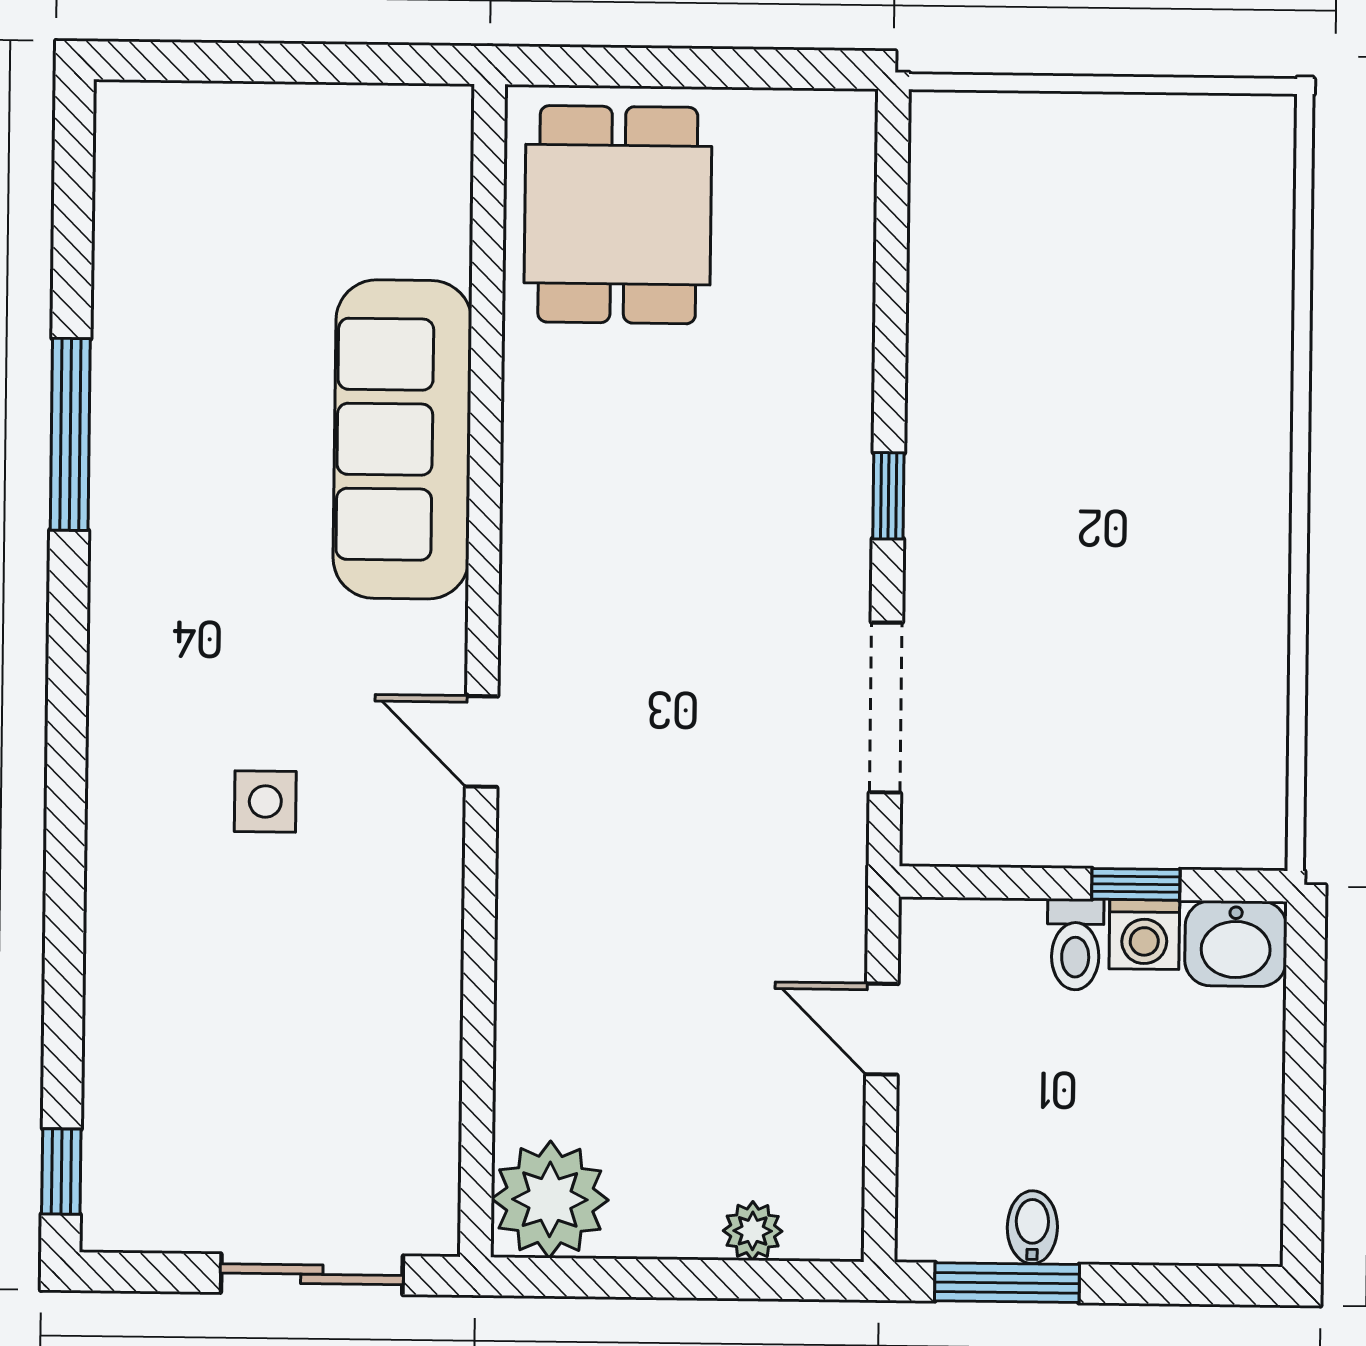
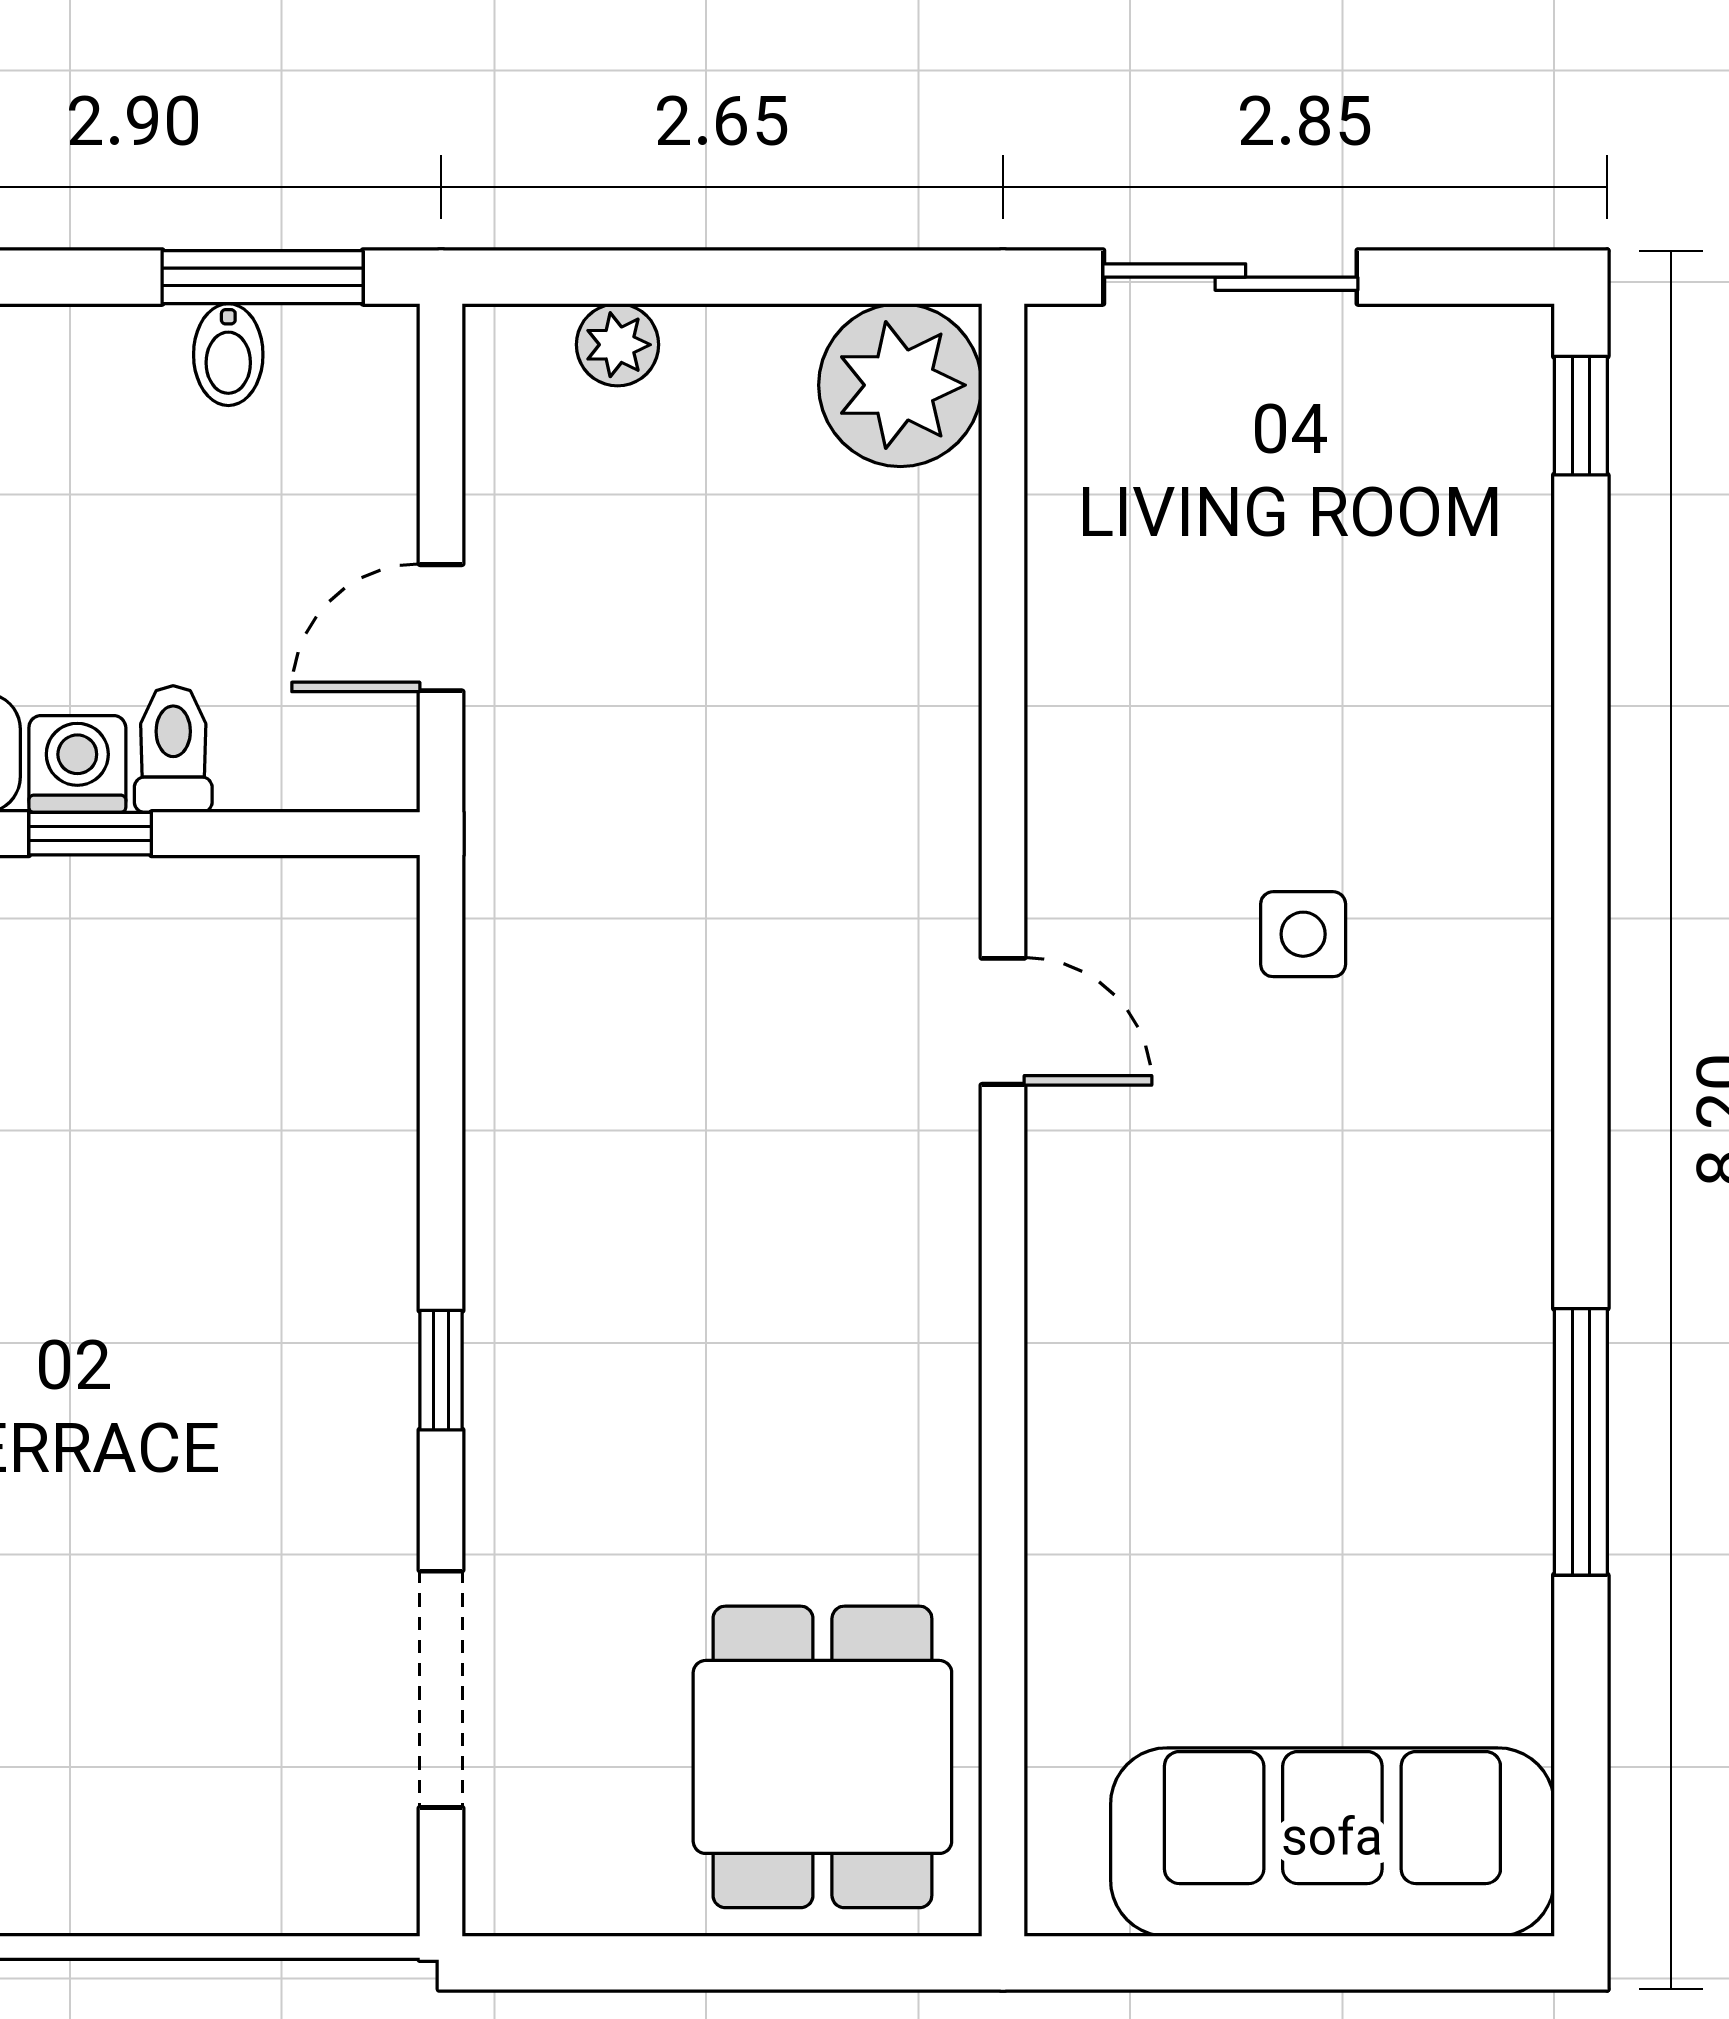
sofa: (402, 439) -> (1332, 1842), moved, turned -90
doorway: (886, 708) -> (441, 1689), moved
door: (882, 1029) -> (441, 628), swing flipped

